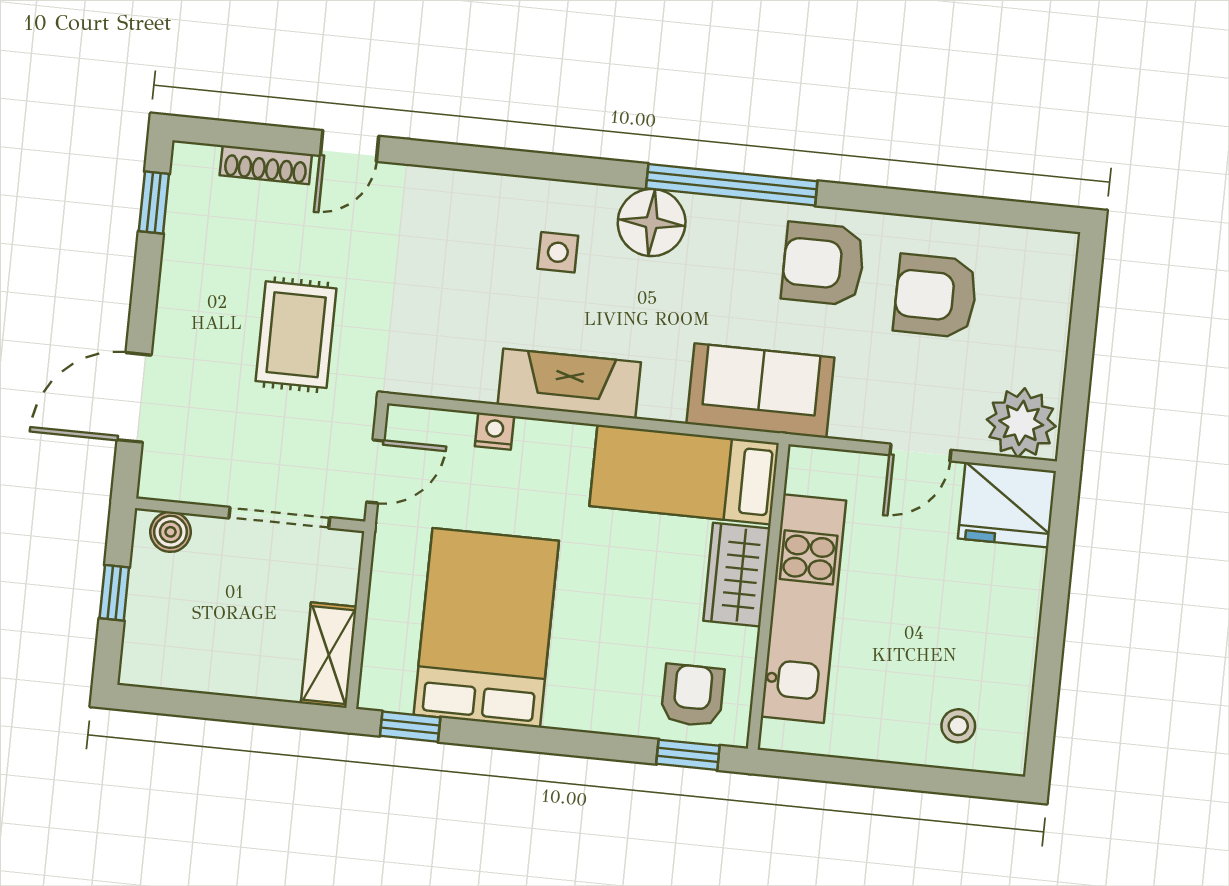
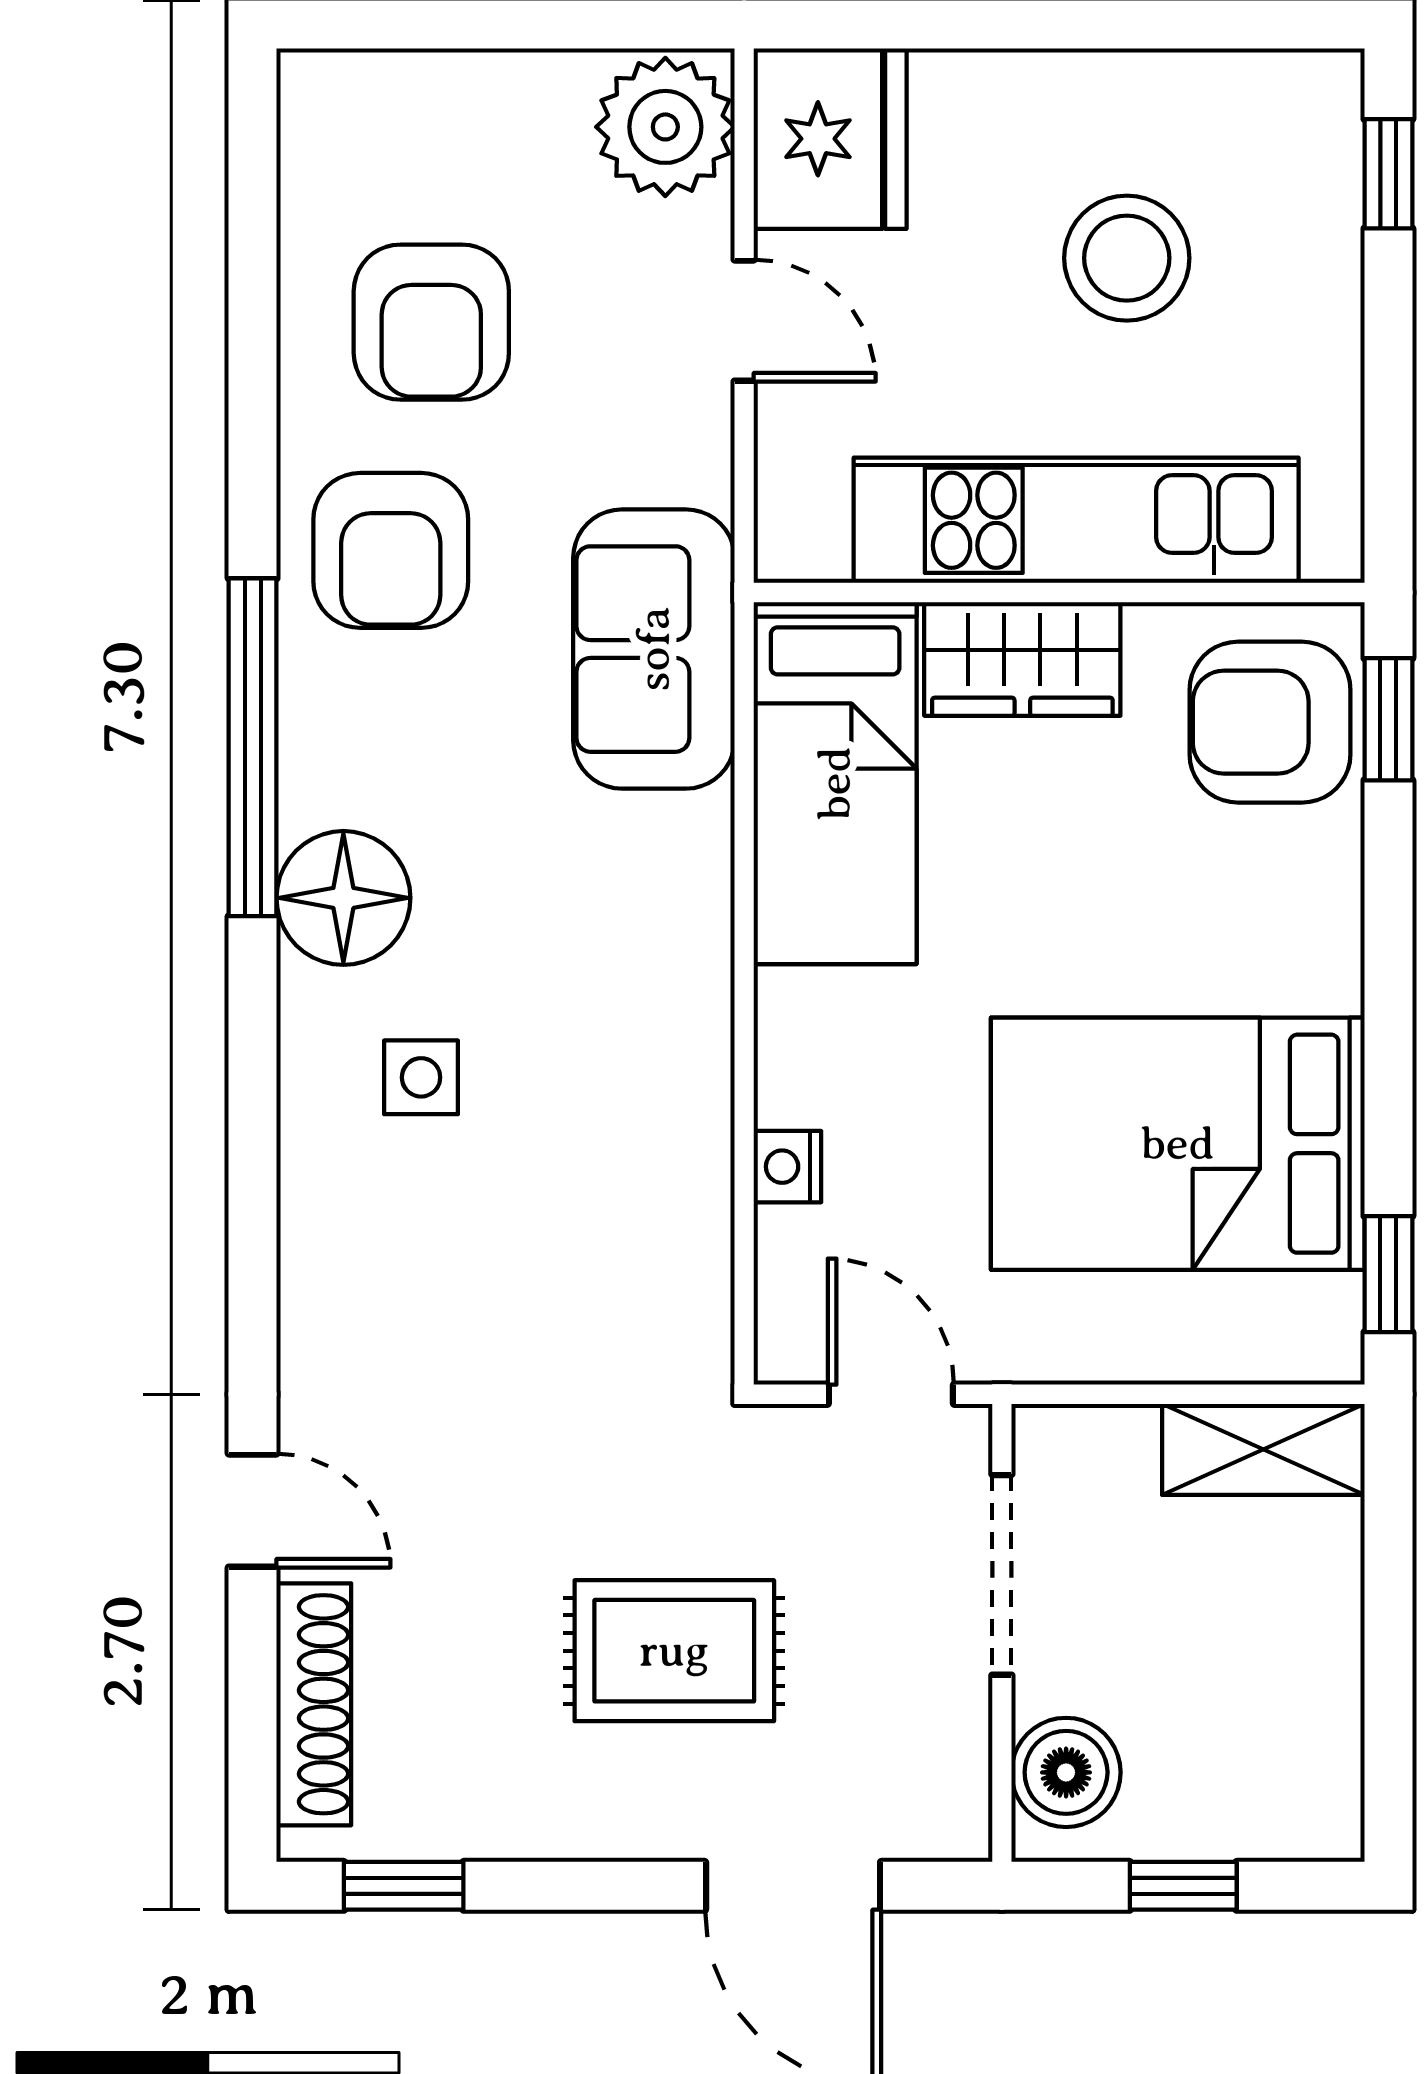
shoe rack: (266, 165) -> (314, 1704), width x1.36, depth x1.24
rug: (296, 335) -> (674, 1651), moved
fireplace: (569, 384) -> (678, 1028), removed
boiler: (171, 532) -> (1066, 1772), width x1.36, depth x1.36
armchair: (693, 695) -> (1270, 722), width x1.38, depth x1.38
stool: (958, 726) -> (1127, 258), moved, width x1.89, depth x1.89
window: (961, 783) -> (1388, 174), added

